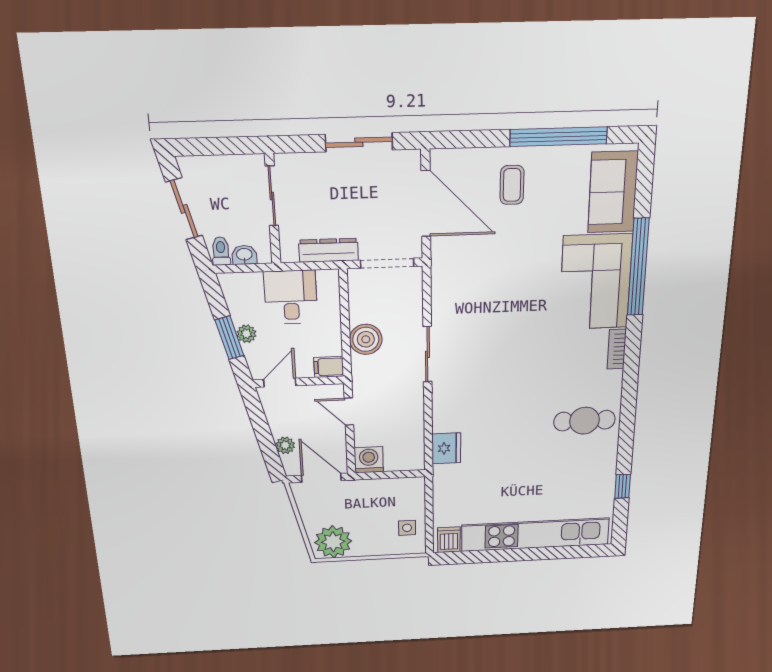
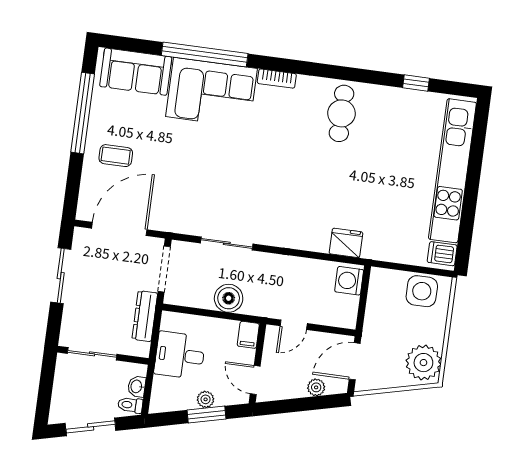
sliding door: (427, 354) -> (227, 243), moved
washing machine: (369, 460) -> (349, 281), moved
side table: (407, 528) -> (422, 291), width x1.87, depth x1.87

